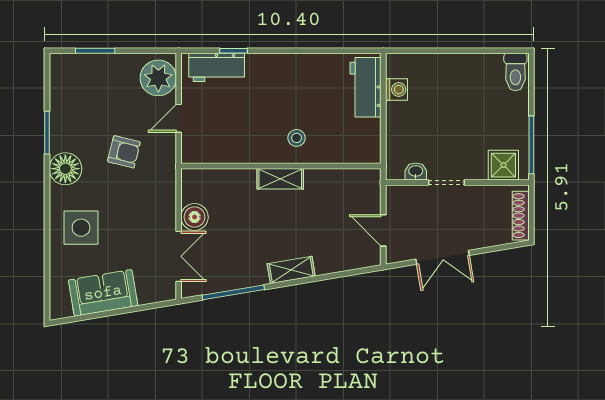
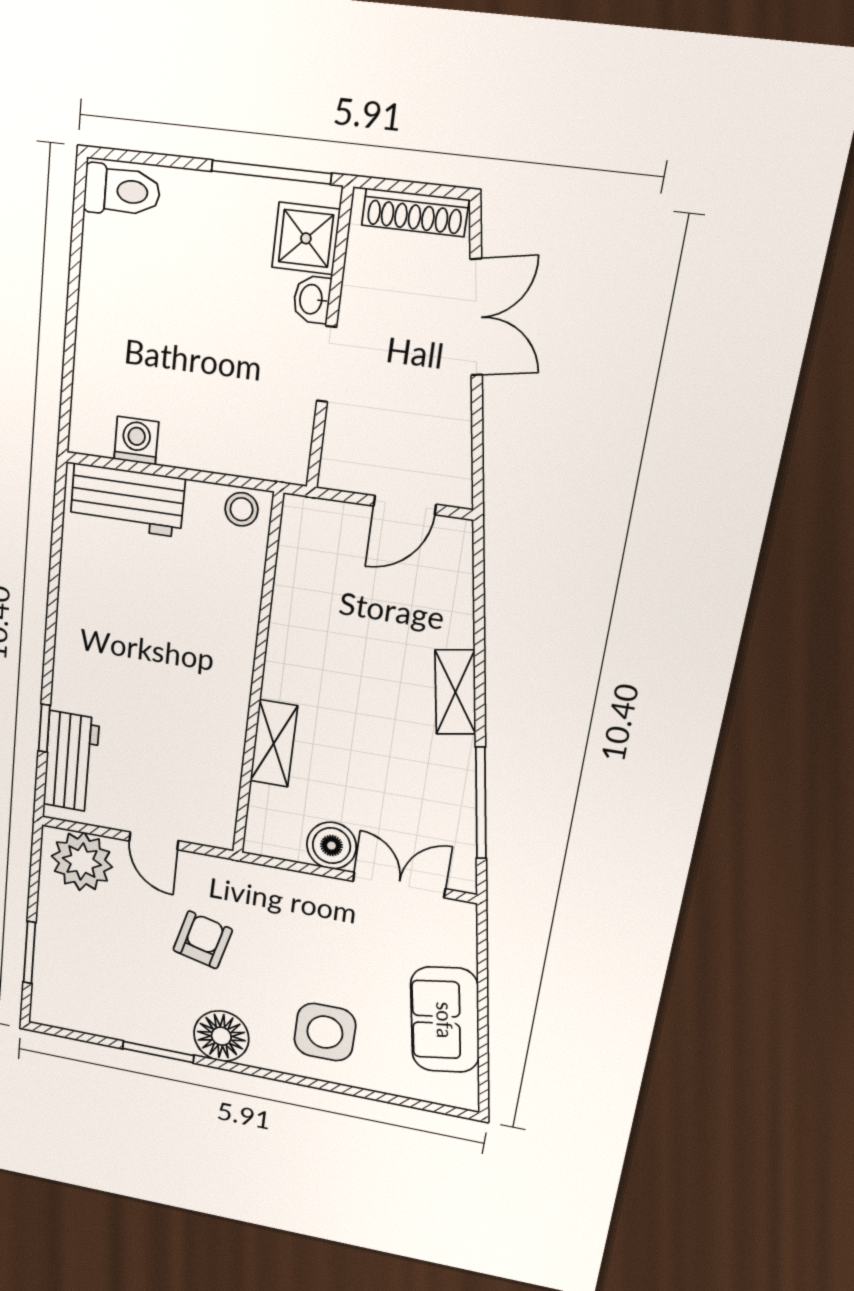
stool: (297, 138) -> (242, 509), moved
washbasin: (416, 171) -> (312, 299), moved
shelving: (280, 179) -> (274, 743), moved
double door: (443, 257) -> (476, 318), moved

